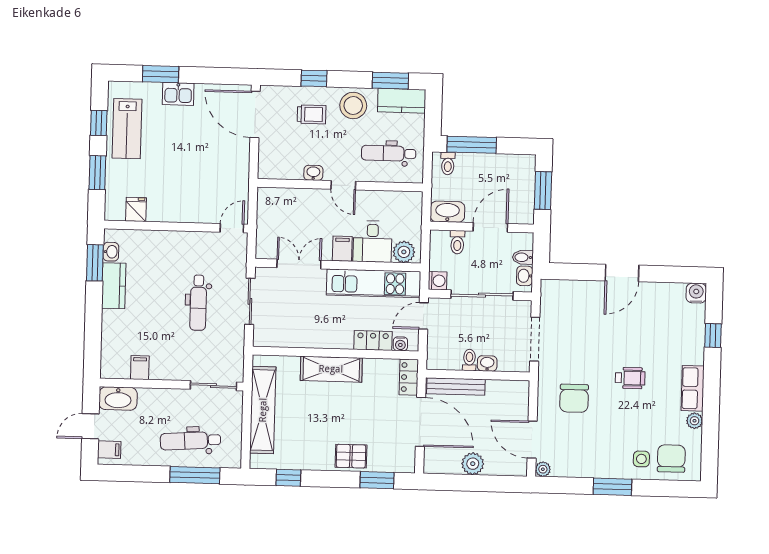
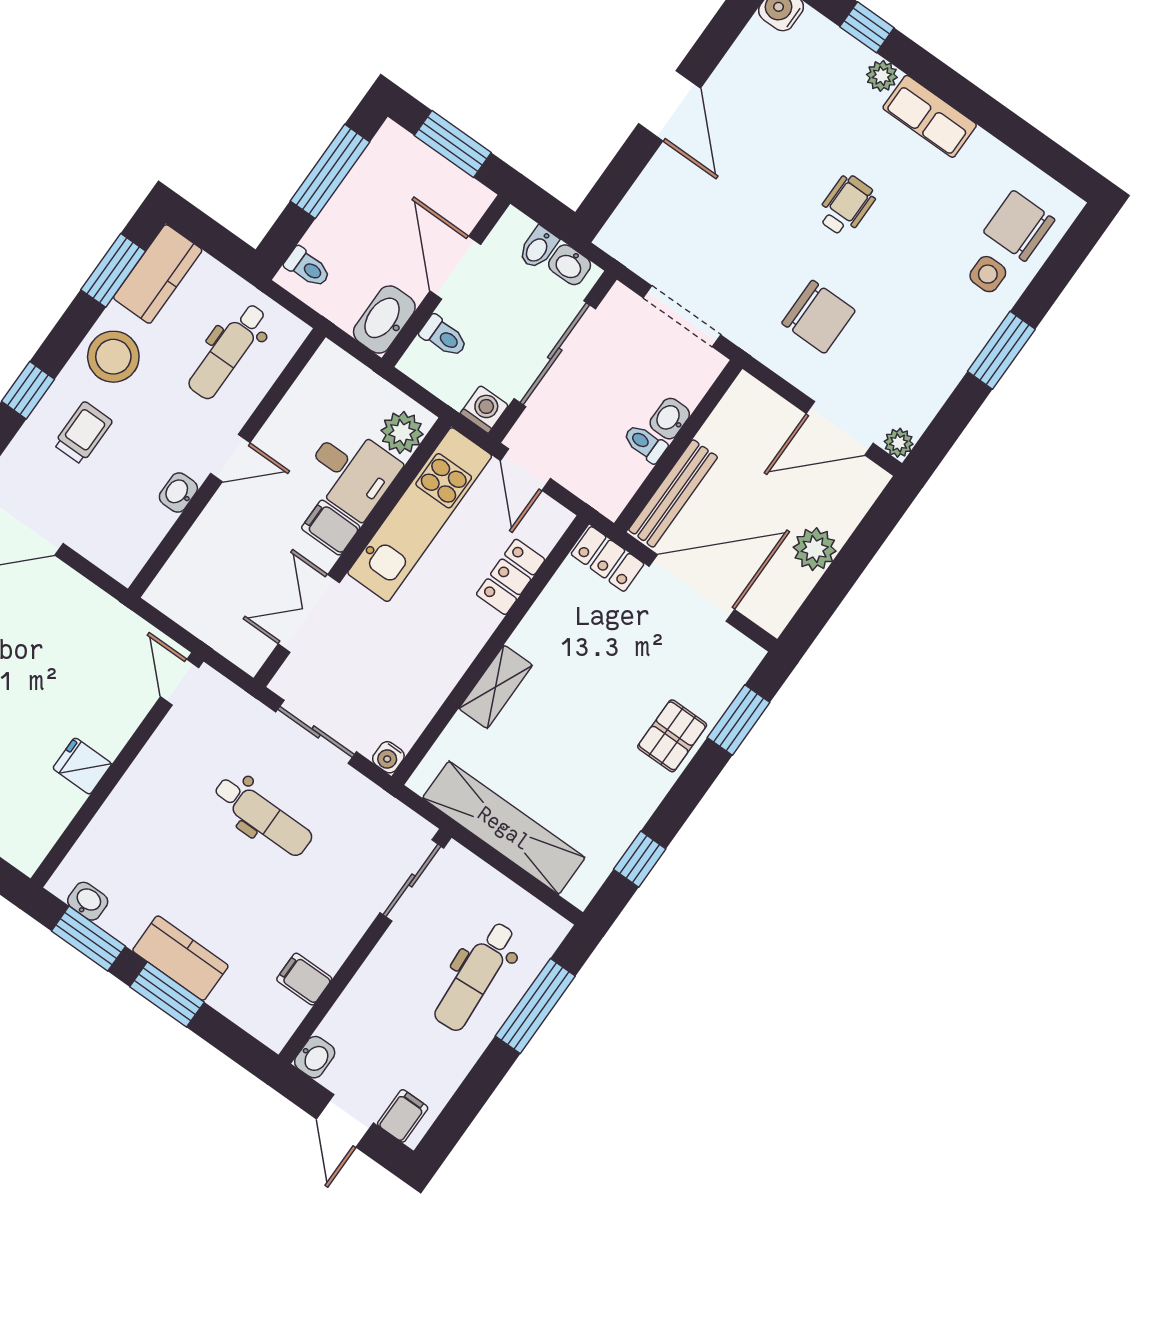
window: (472, 145) -> (330, 171), moved
fridge: (136, 209) -> (82, 766), moved
kitchen counter: (114, 286) -> (180, 958), moved
window: (94, 313) -> (167, 994), added
water cooler: (400, 344) -> (388, 757), moved, turned 90
shelving: (331, 369) -> (496, 687), width x0.67, depth x0.75
washbasin: (118, 399) -> (315, 1057), width x0.52, depth x0.69
plant: (695, 421) -> (882, 76), moved

